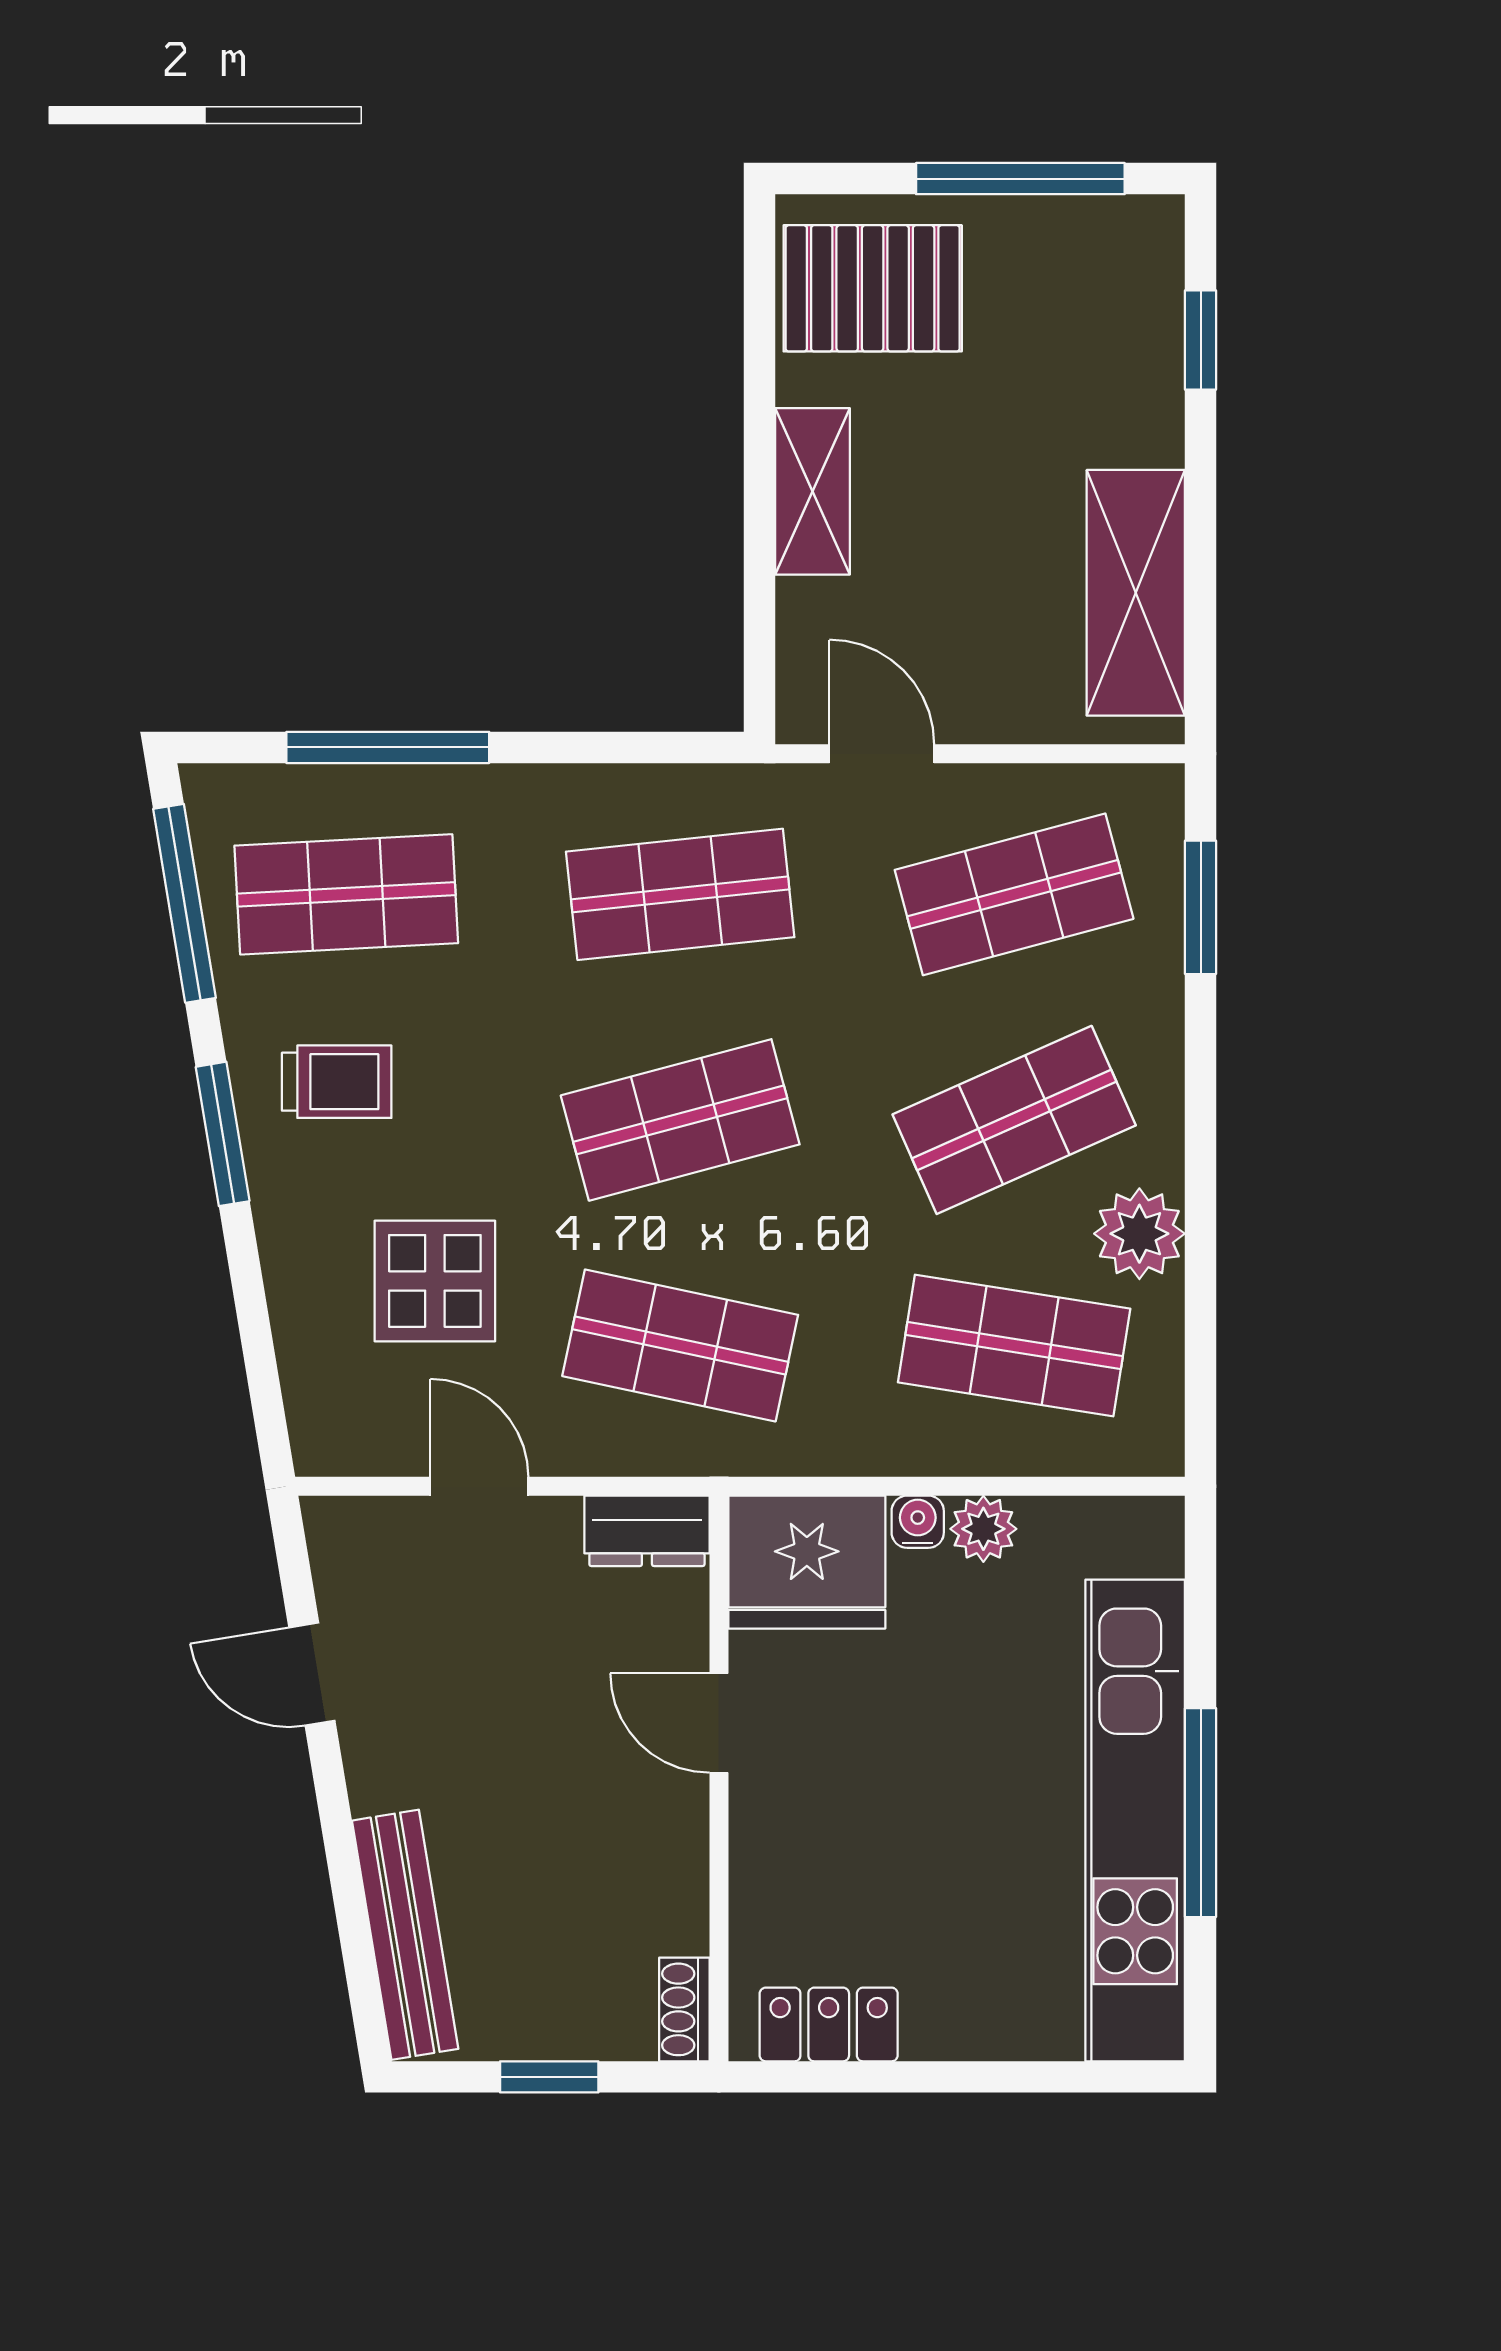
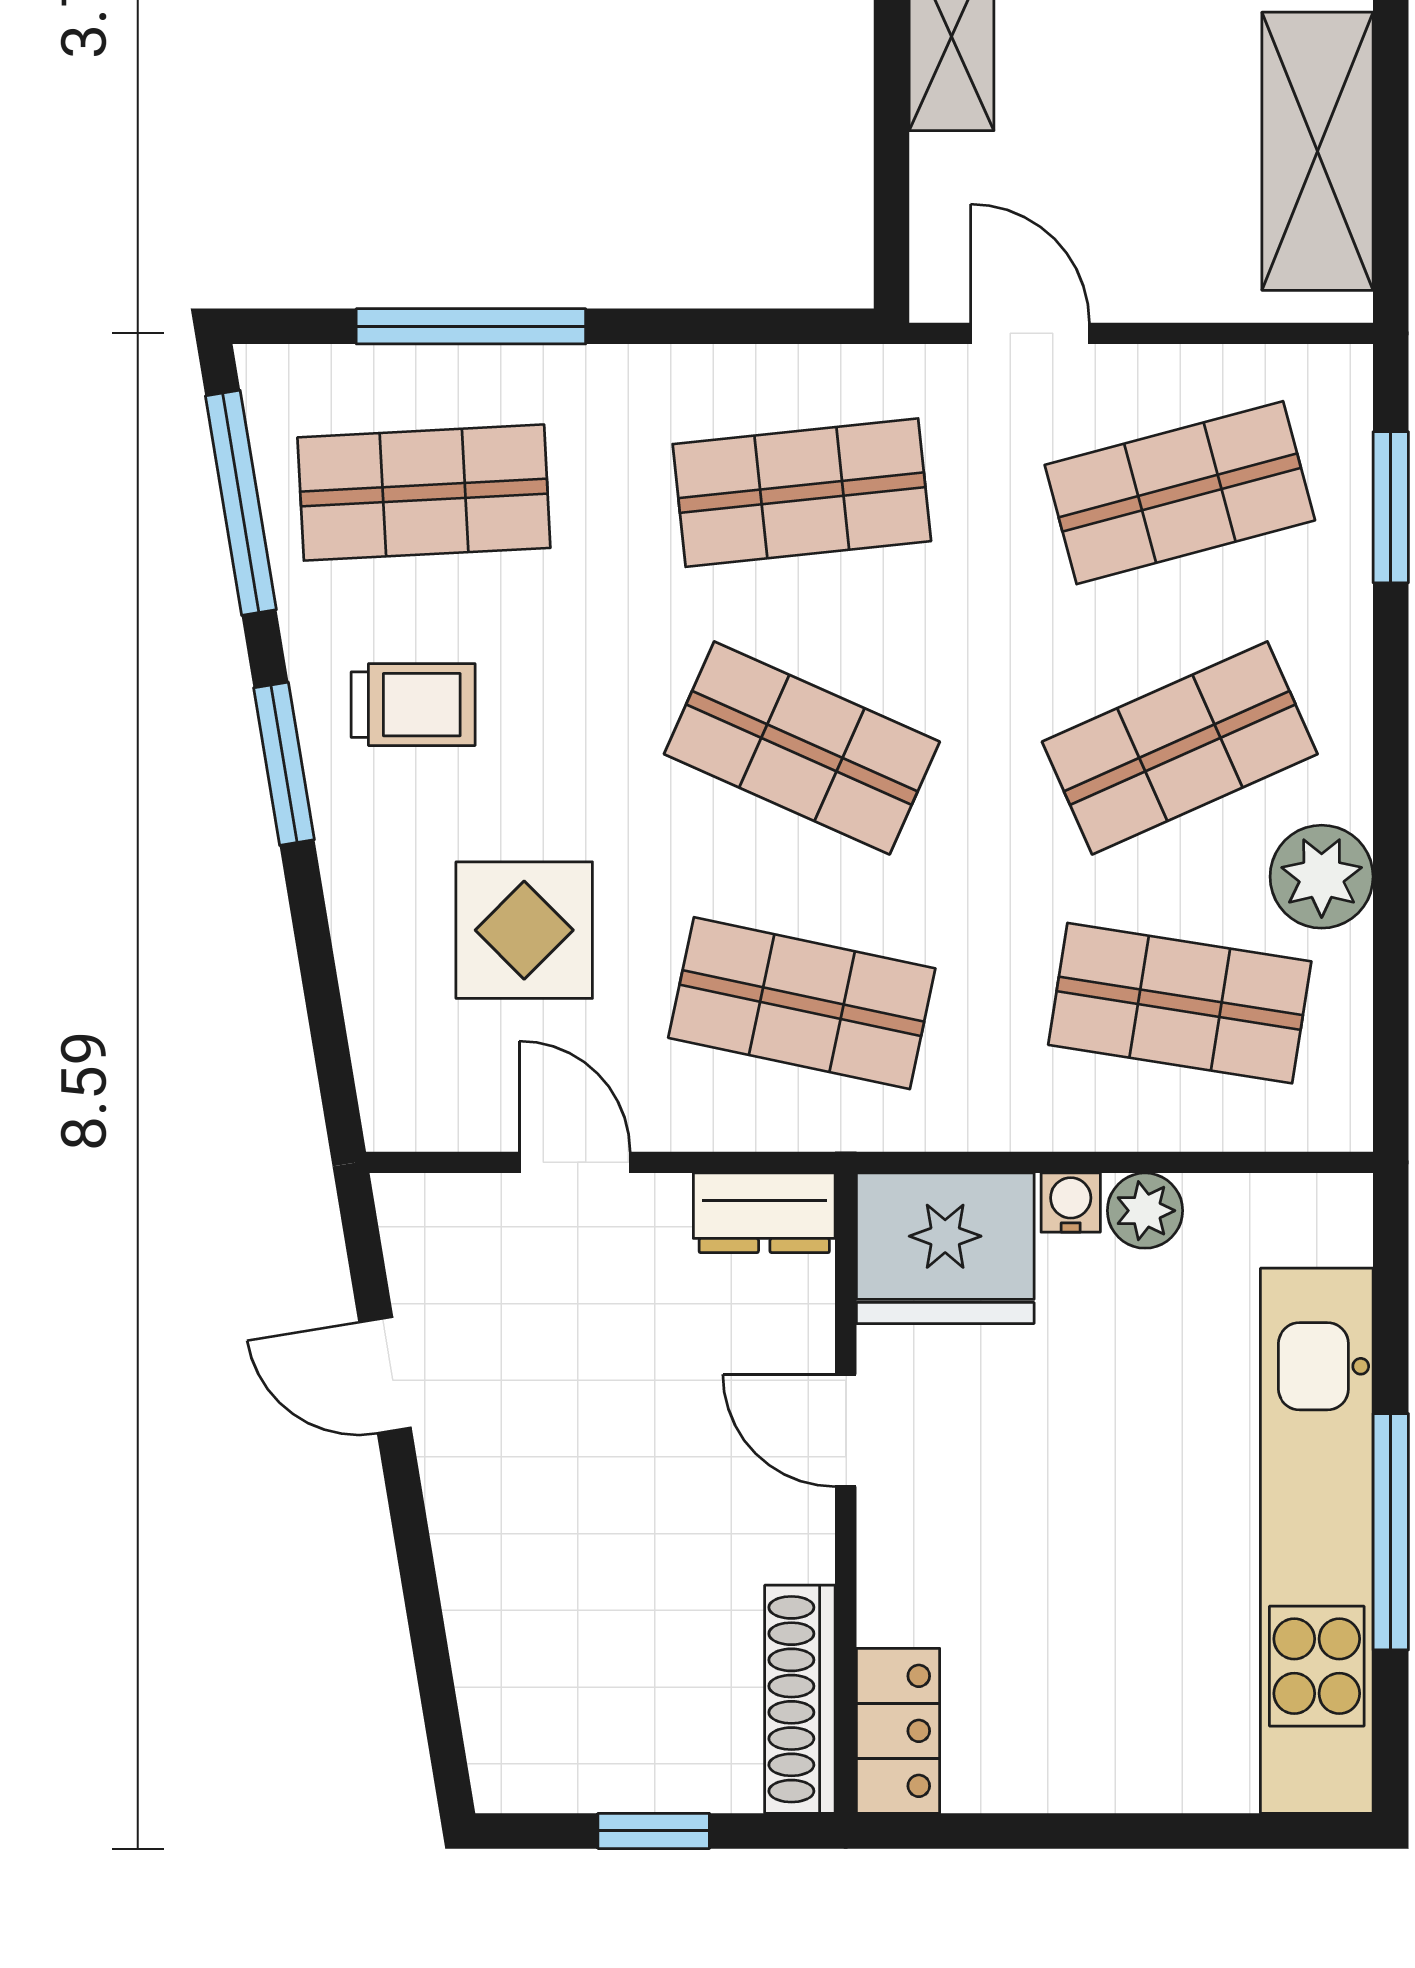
shop shelf: (680, 1120) -> (802, 748), turned 39
bench: (405, 1935) -> (491, 1670), removed
shoe rack: (684, 2009) -> (800, 1699), width x1.94, depth x1.24
locker: (829, 2024) -> (898, 1731), moved, turned 90

